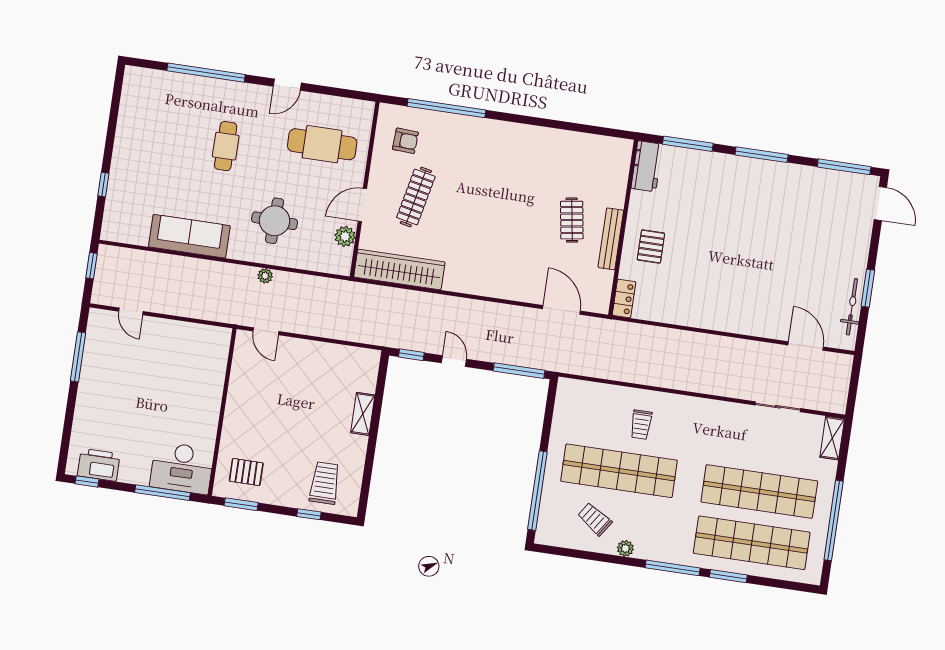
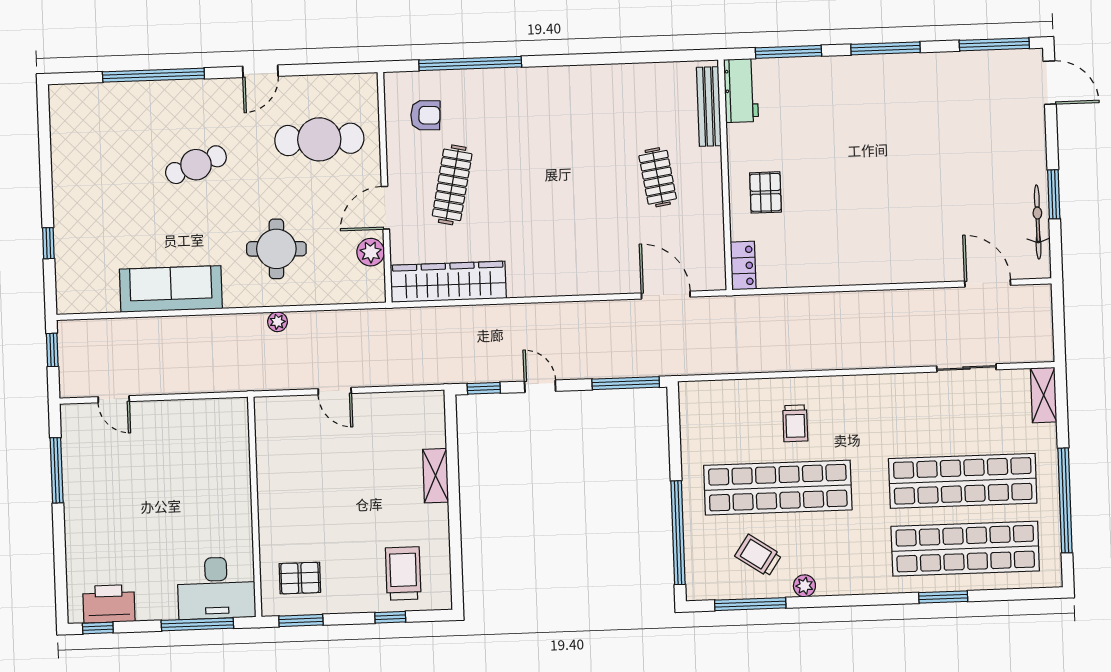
cafe table: (226, 146) -> (196, 165), turned 70
bench: (611, 239) -> (709, 107), moved
door: (266, 331) -> (335, 391), moved
window: (673, 568) -> (750, 604), moved

